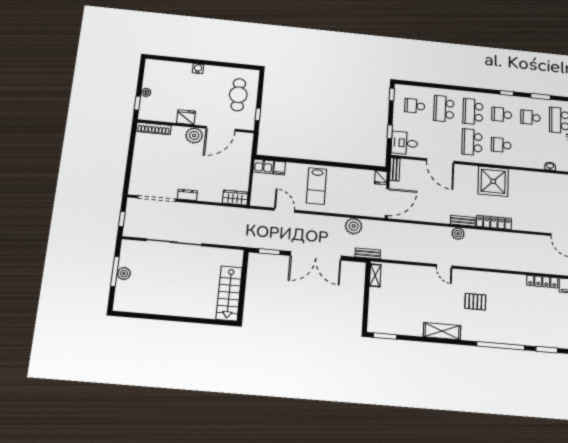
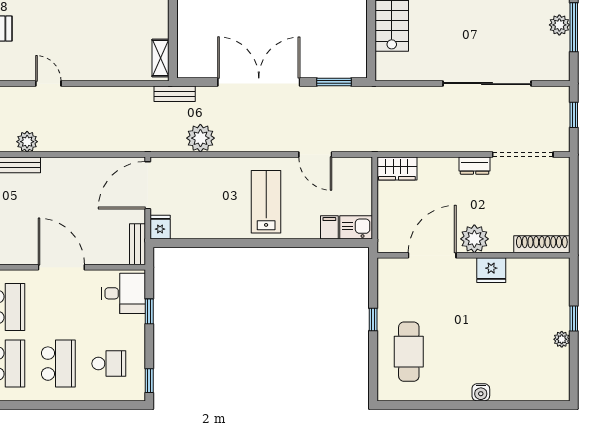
fridge: (186, 117) -> (491, 270), moved
wall: (196, 126) -> (473, 255), moved
shoe rack: (154, 128) -> (542, 244), moved
door: (221, 129) -> (432, 255), moved
plant: (194, 135) -> (474, 239), moved

